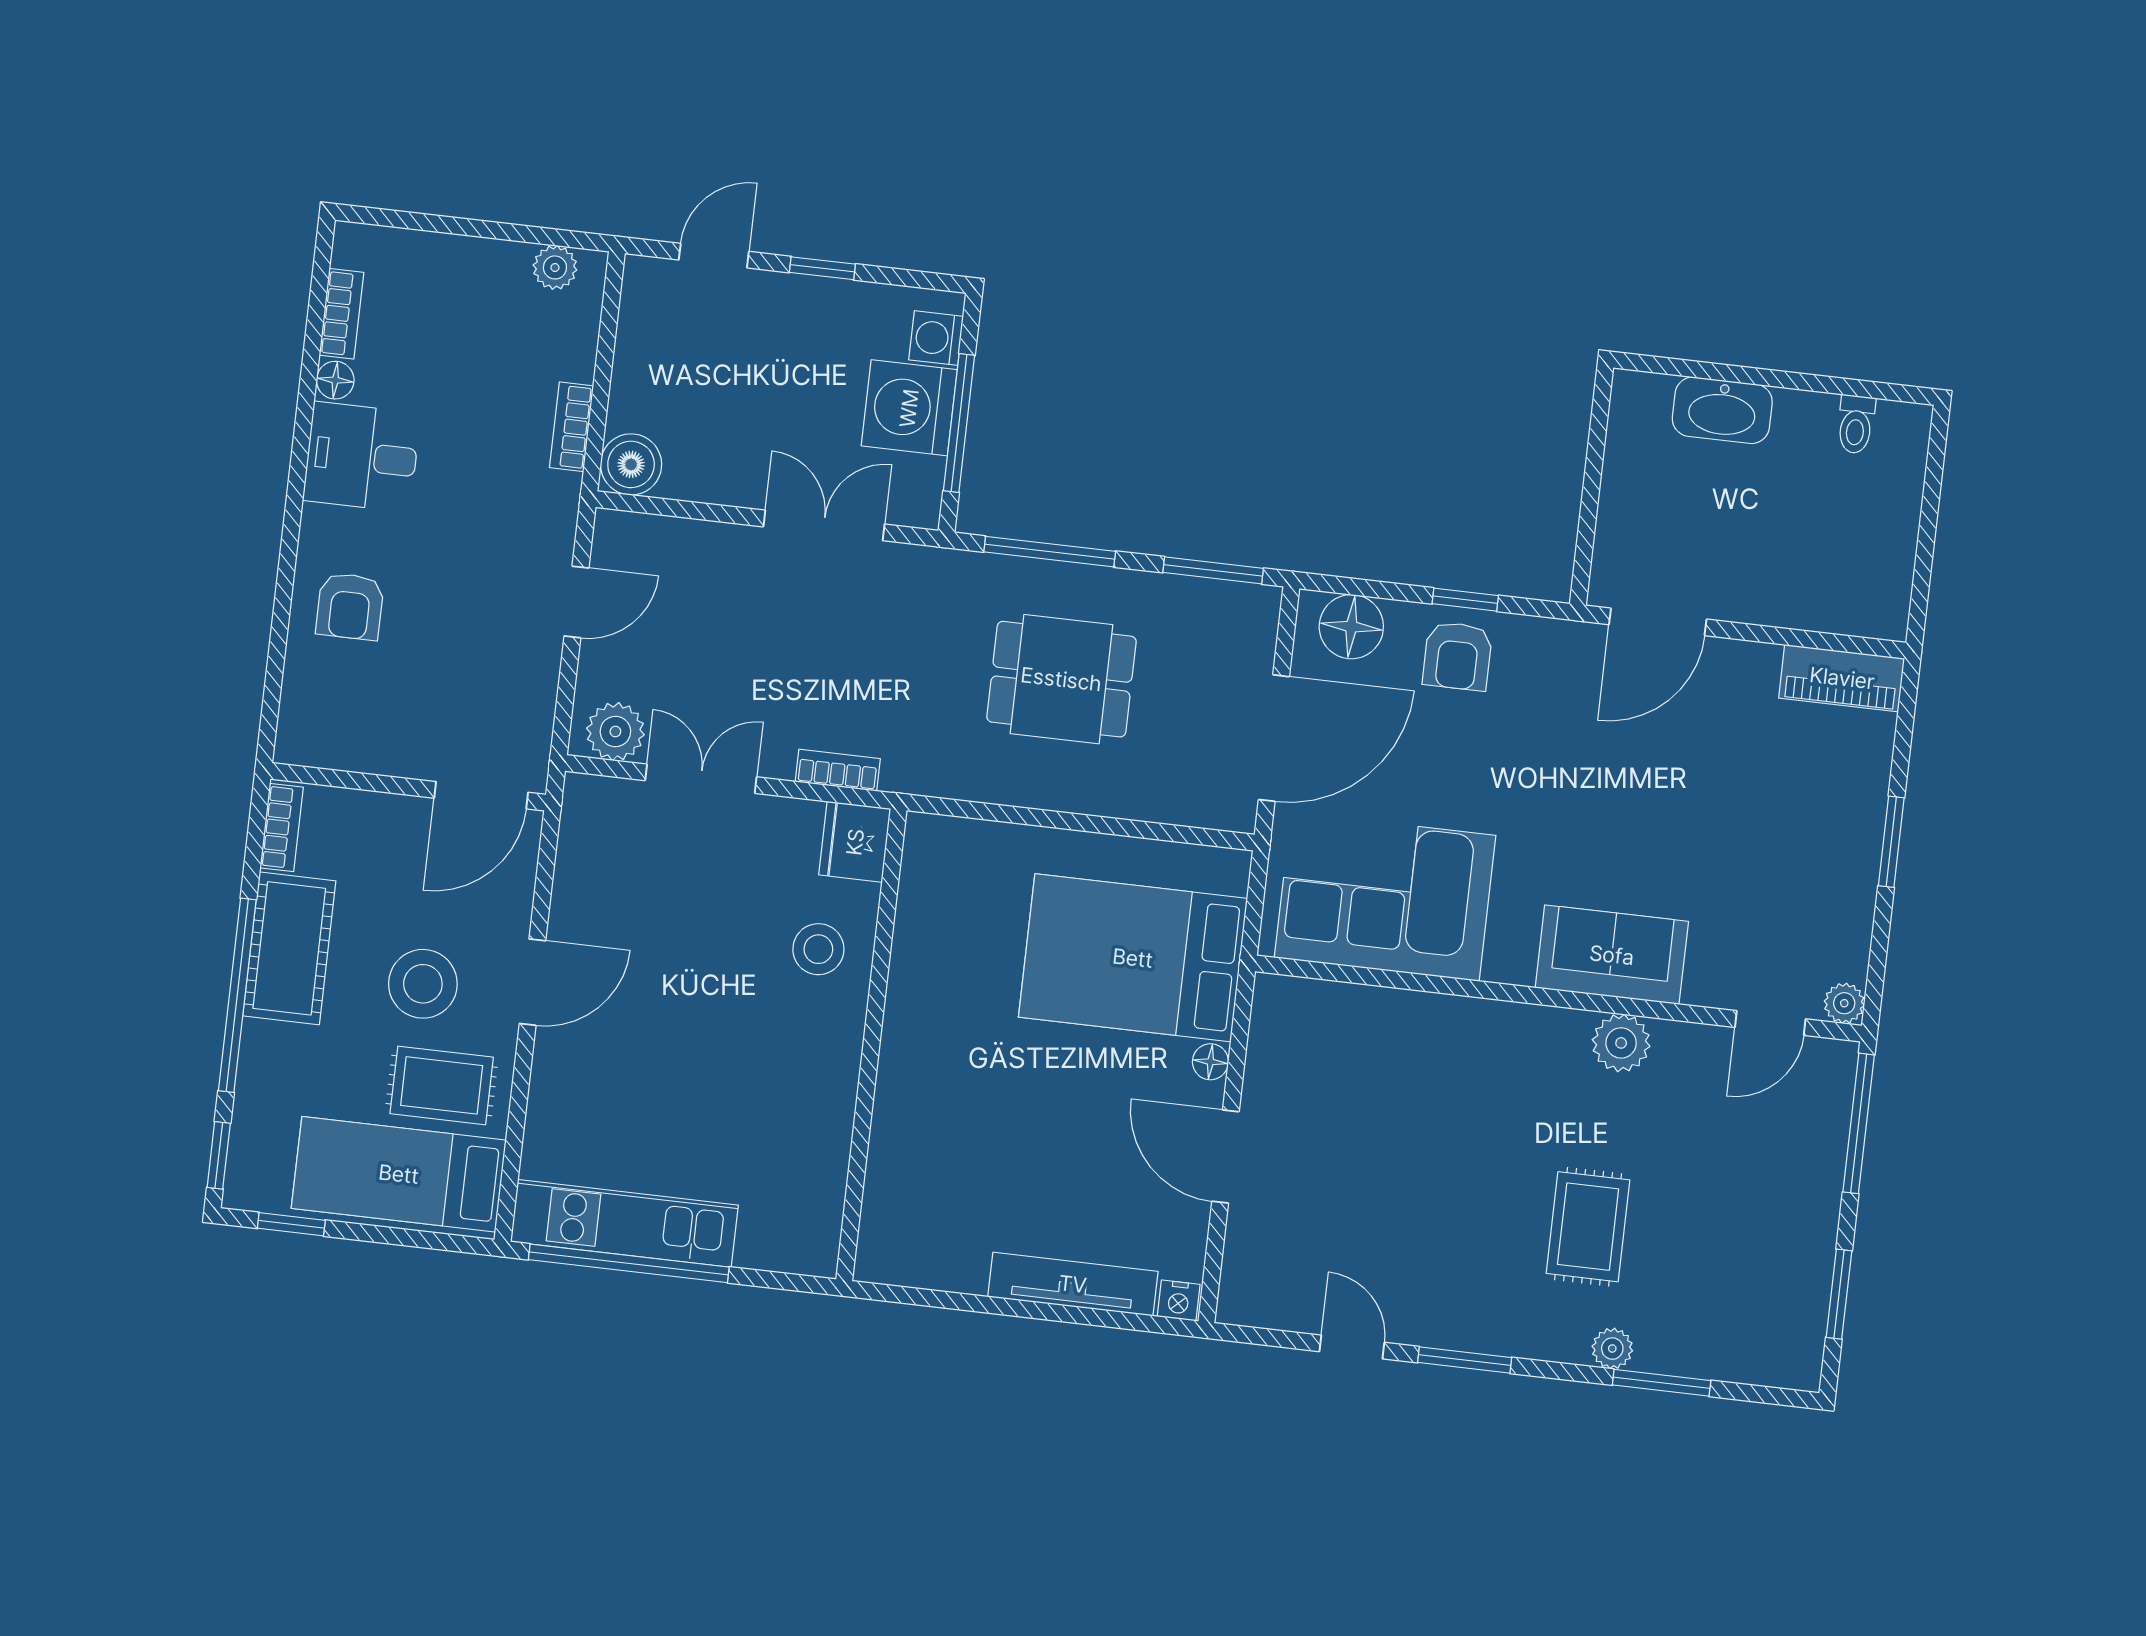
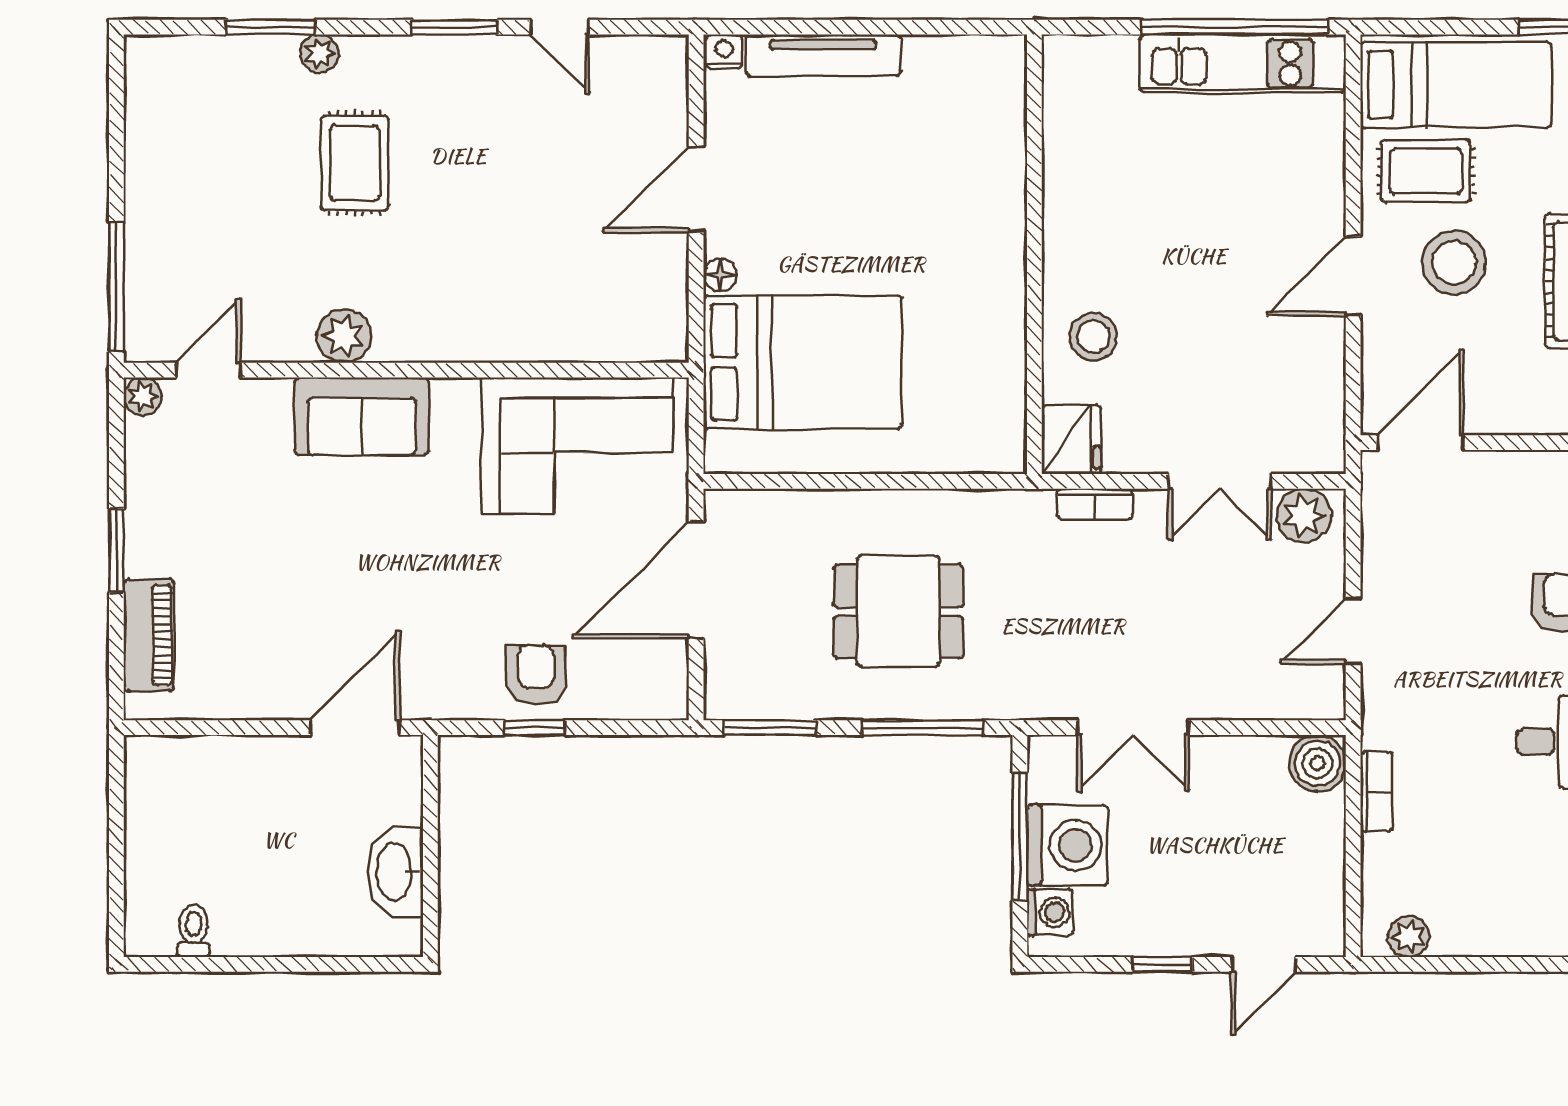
washbasin: (1722, 410) -> (396, 872), moved, turned -90
floor lamp: (1351, 627) -> (637, 691), removed
piano: (1842, 678) -> (149, 635), moved, turned 90
door: (1226, 1156) -> (696, 189), swing flipped
window: (1839, 1294) -> (116, 128), removed

